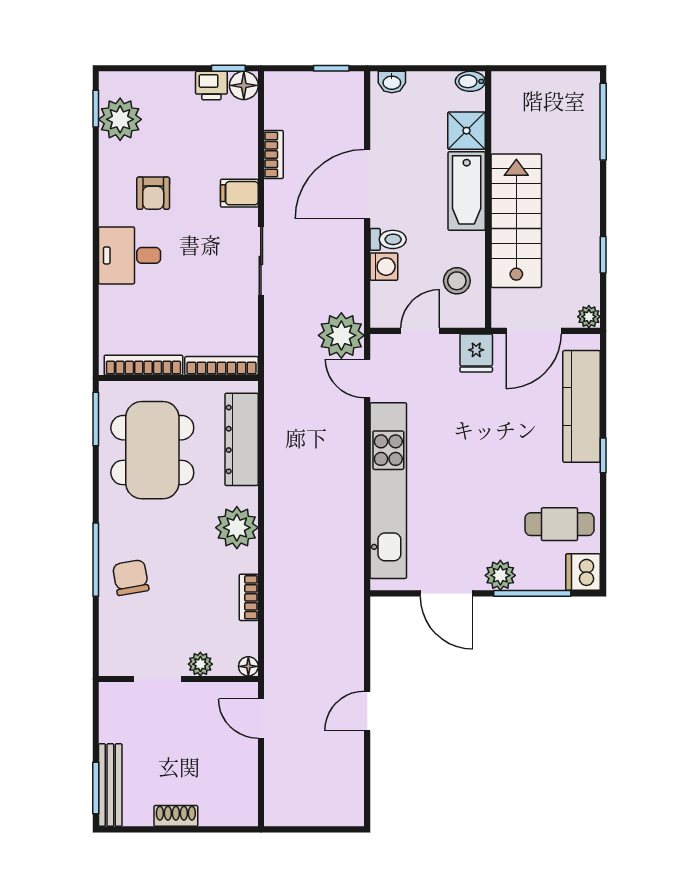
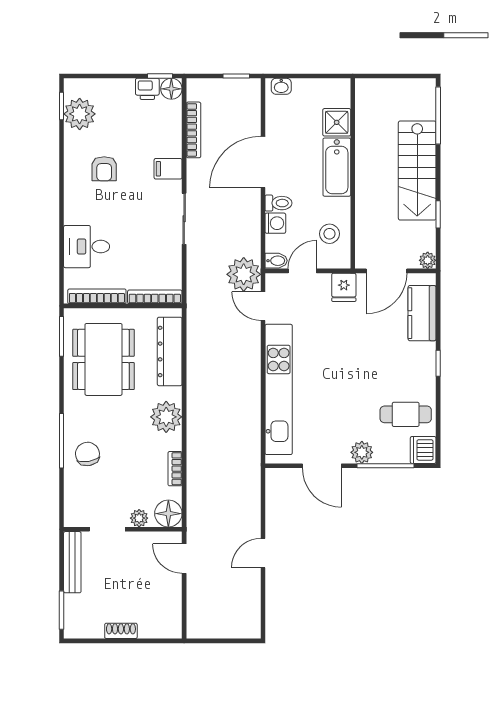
bidet: (470, 81) -> (276, 261), moved, turned 180
bookcase: (274, 155) -> (193, 130), width x1.56
stairs: (516, 221) -> (417, 171), moved, turned 180
desk: (130, 255) -> (87, 247), moved
kitchen counter: (582, 406) -> (422, 313), width x0.67
floor lamp: (248, 666) -> (168, 514), width x1.89, depth x1.89
bench: (110, 785) -> (72, 562), moved

